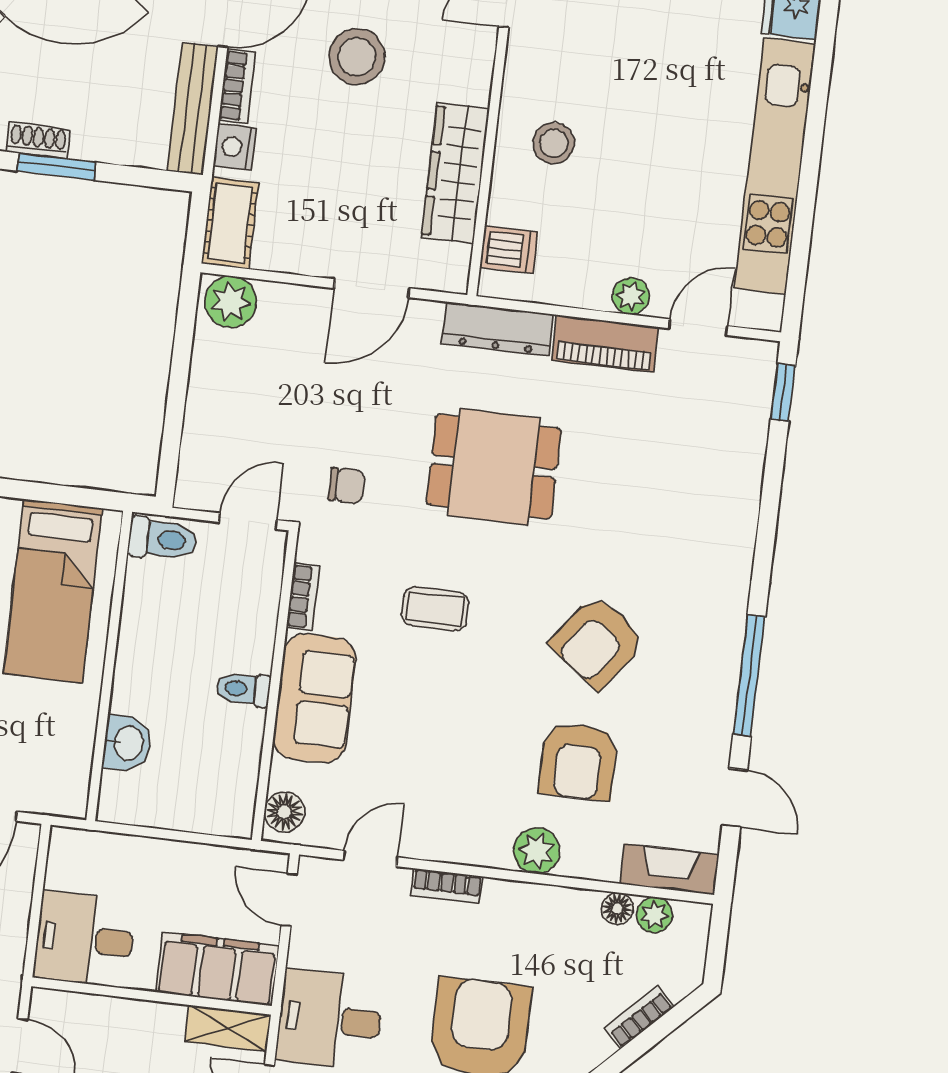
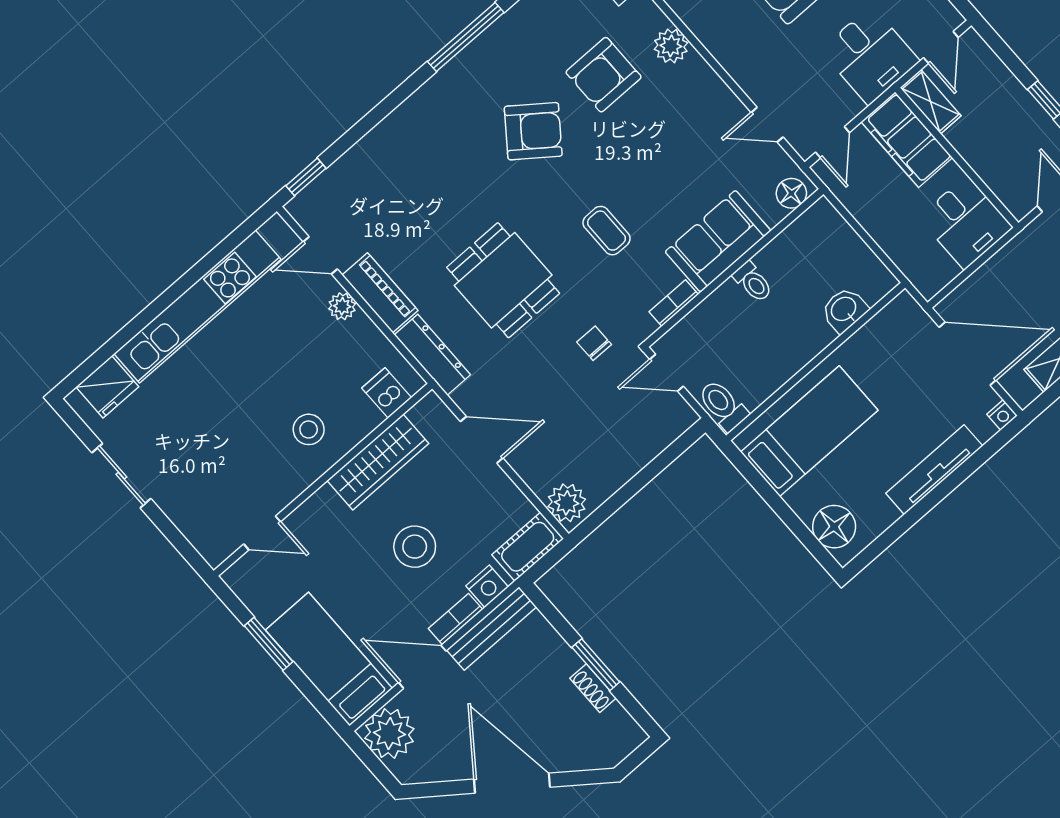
stool: (357, 57) -> (415, 547), moved
armchair: (578, 762) -> (604, 75), turned 180
bookcase: (447, 886) -> (738, 71), removed

